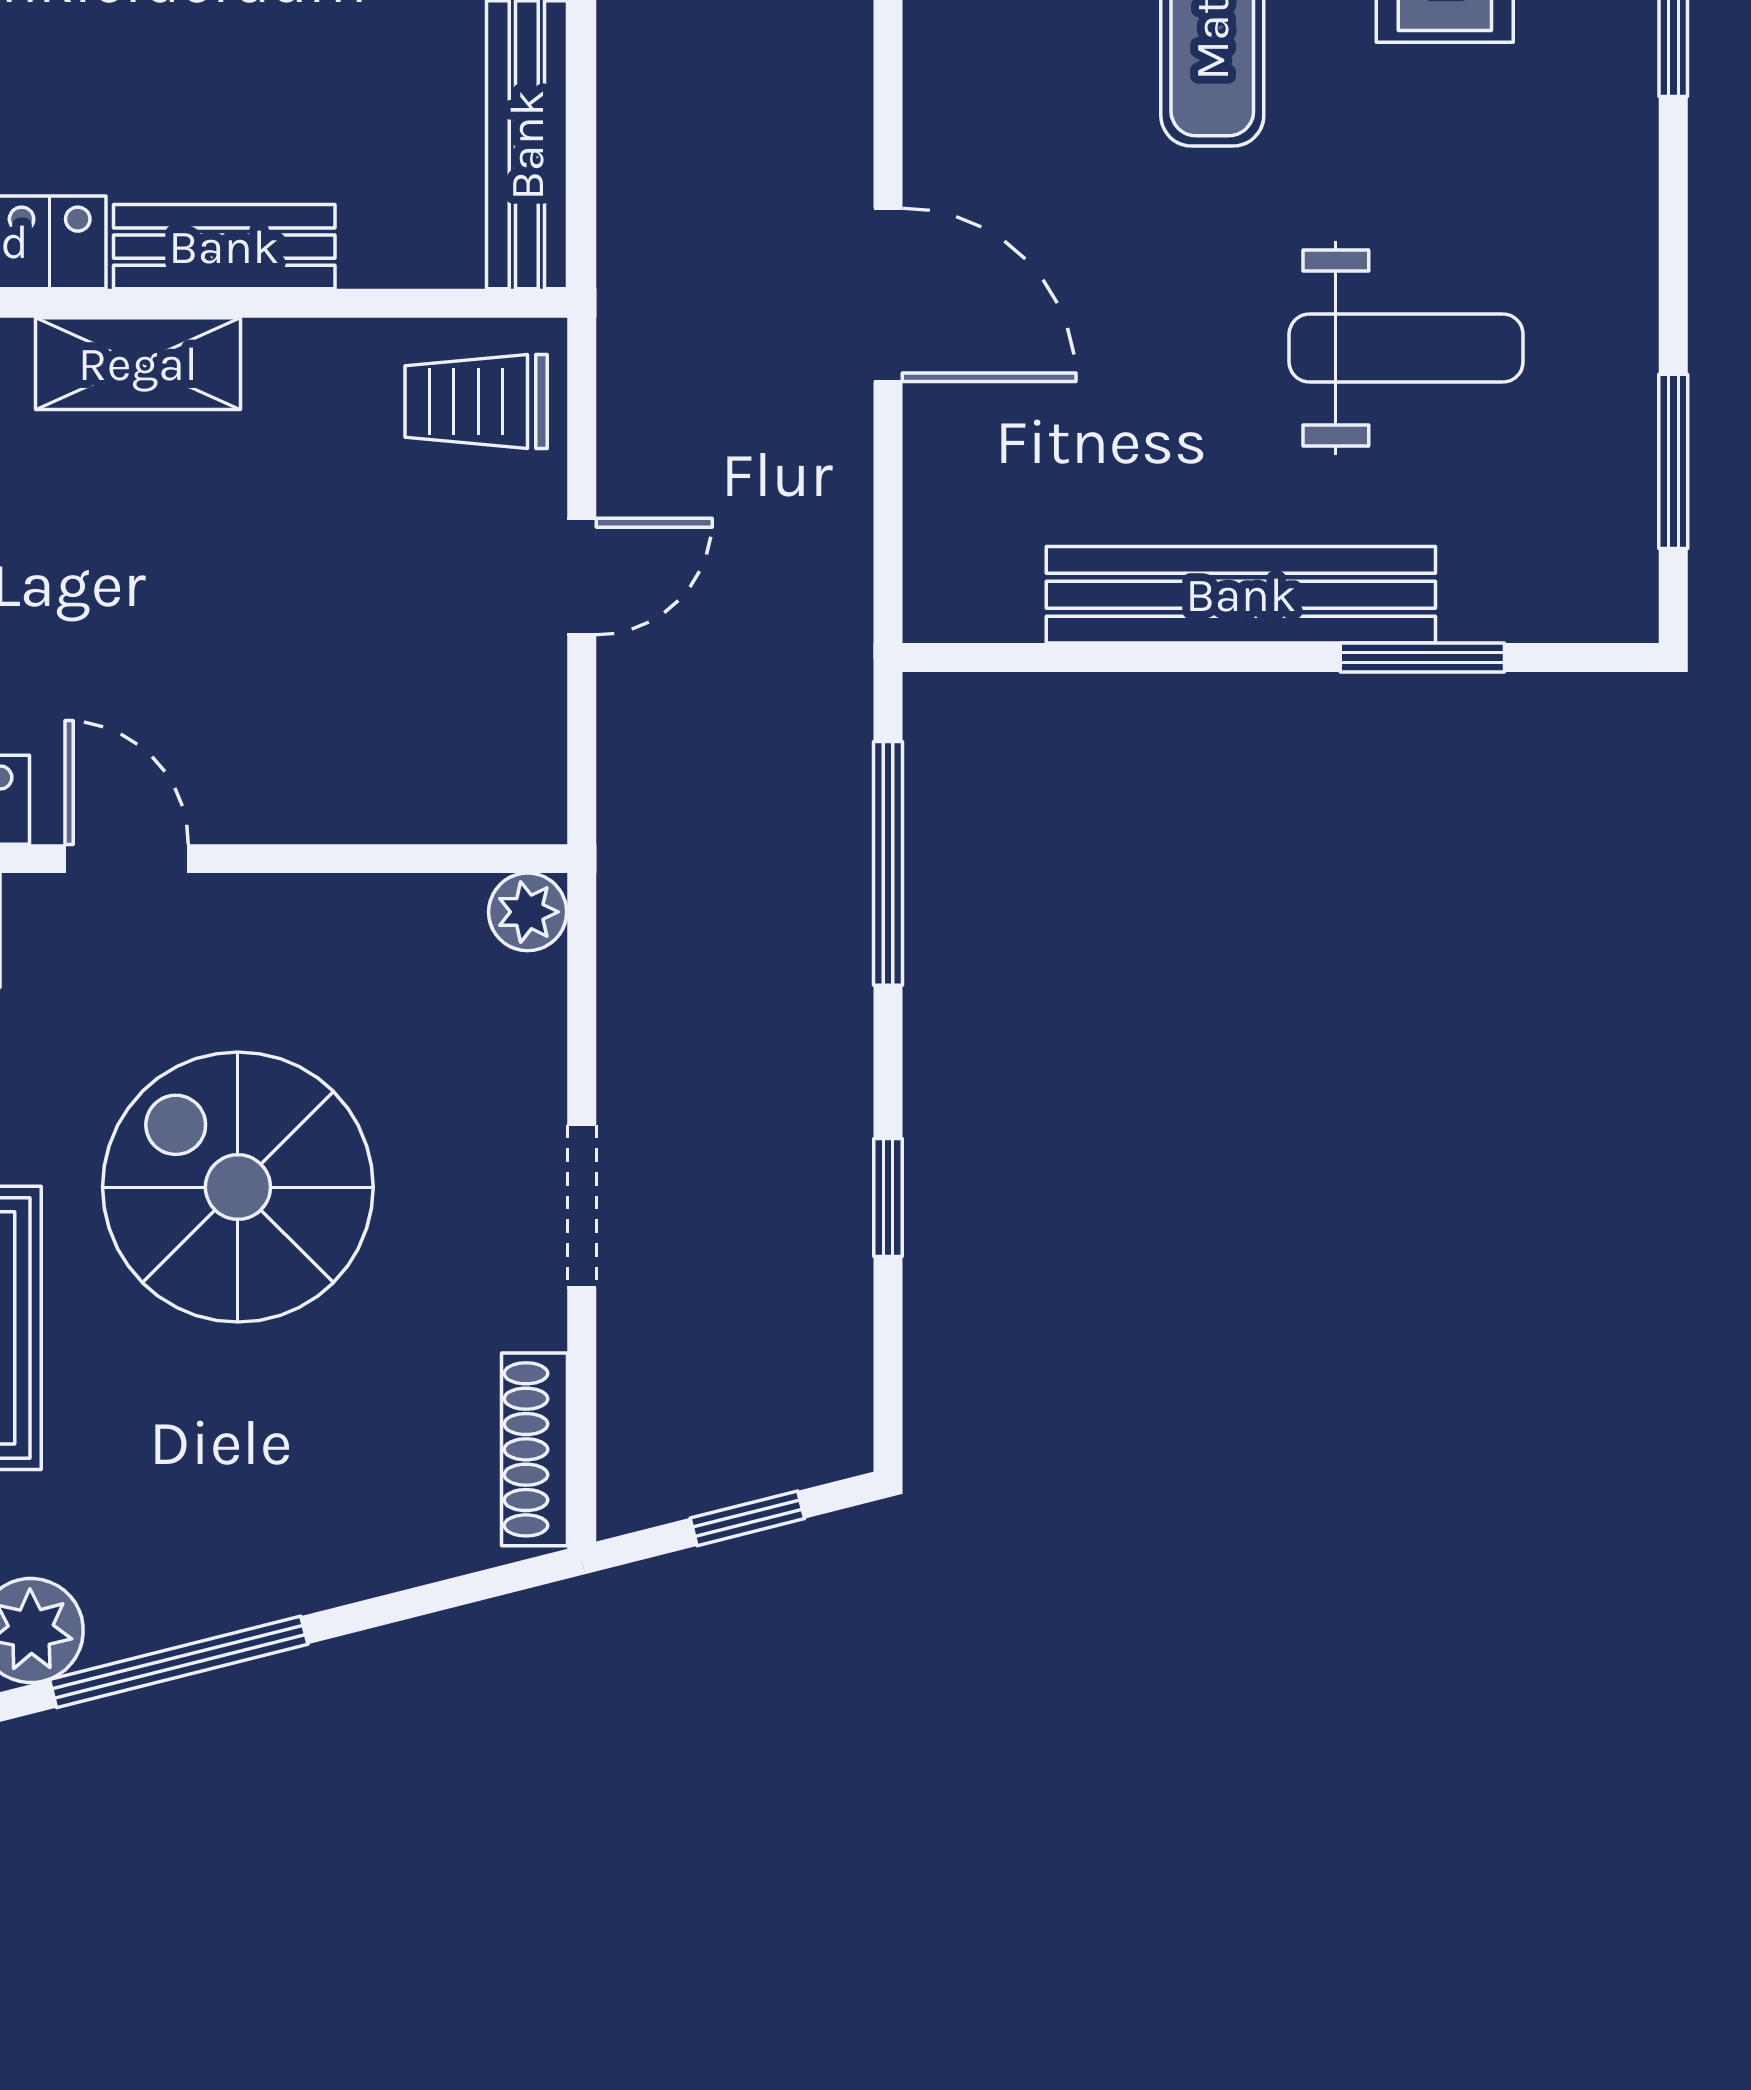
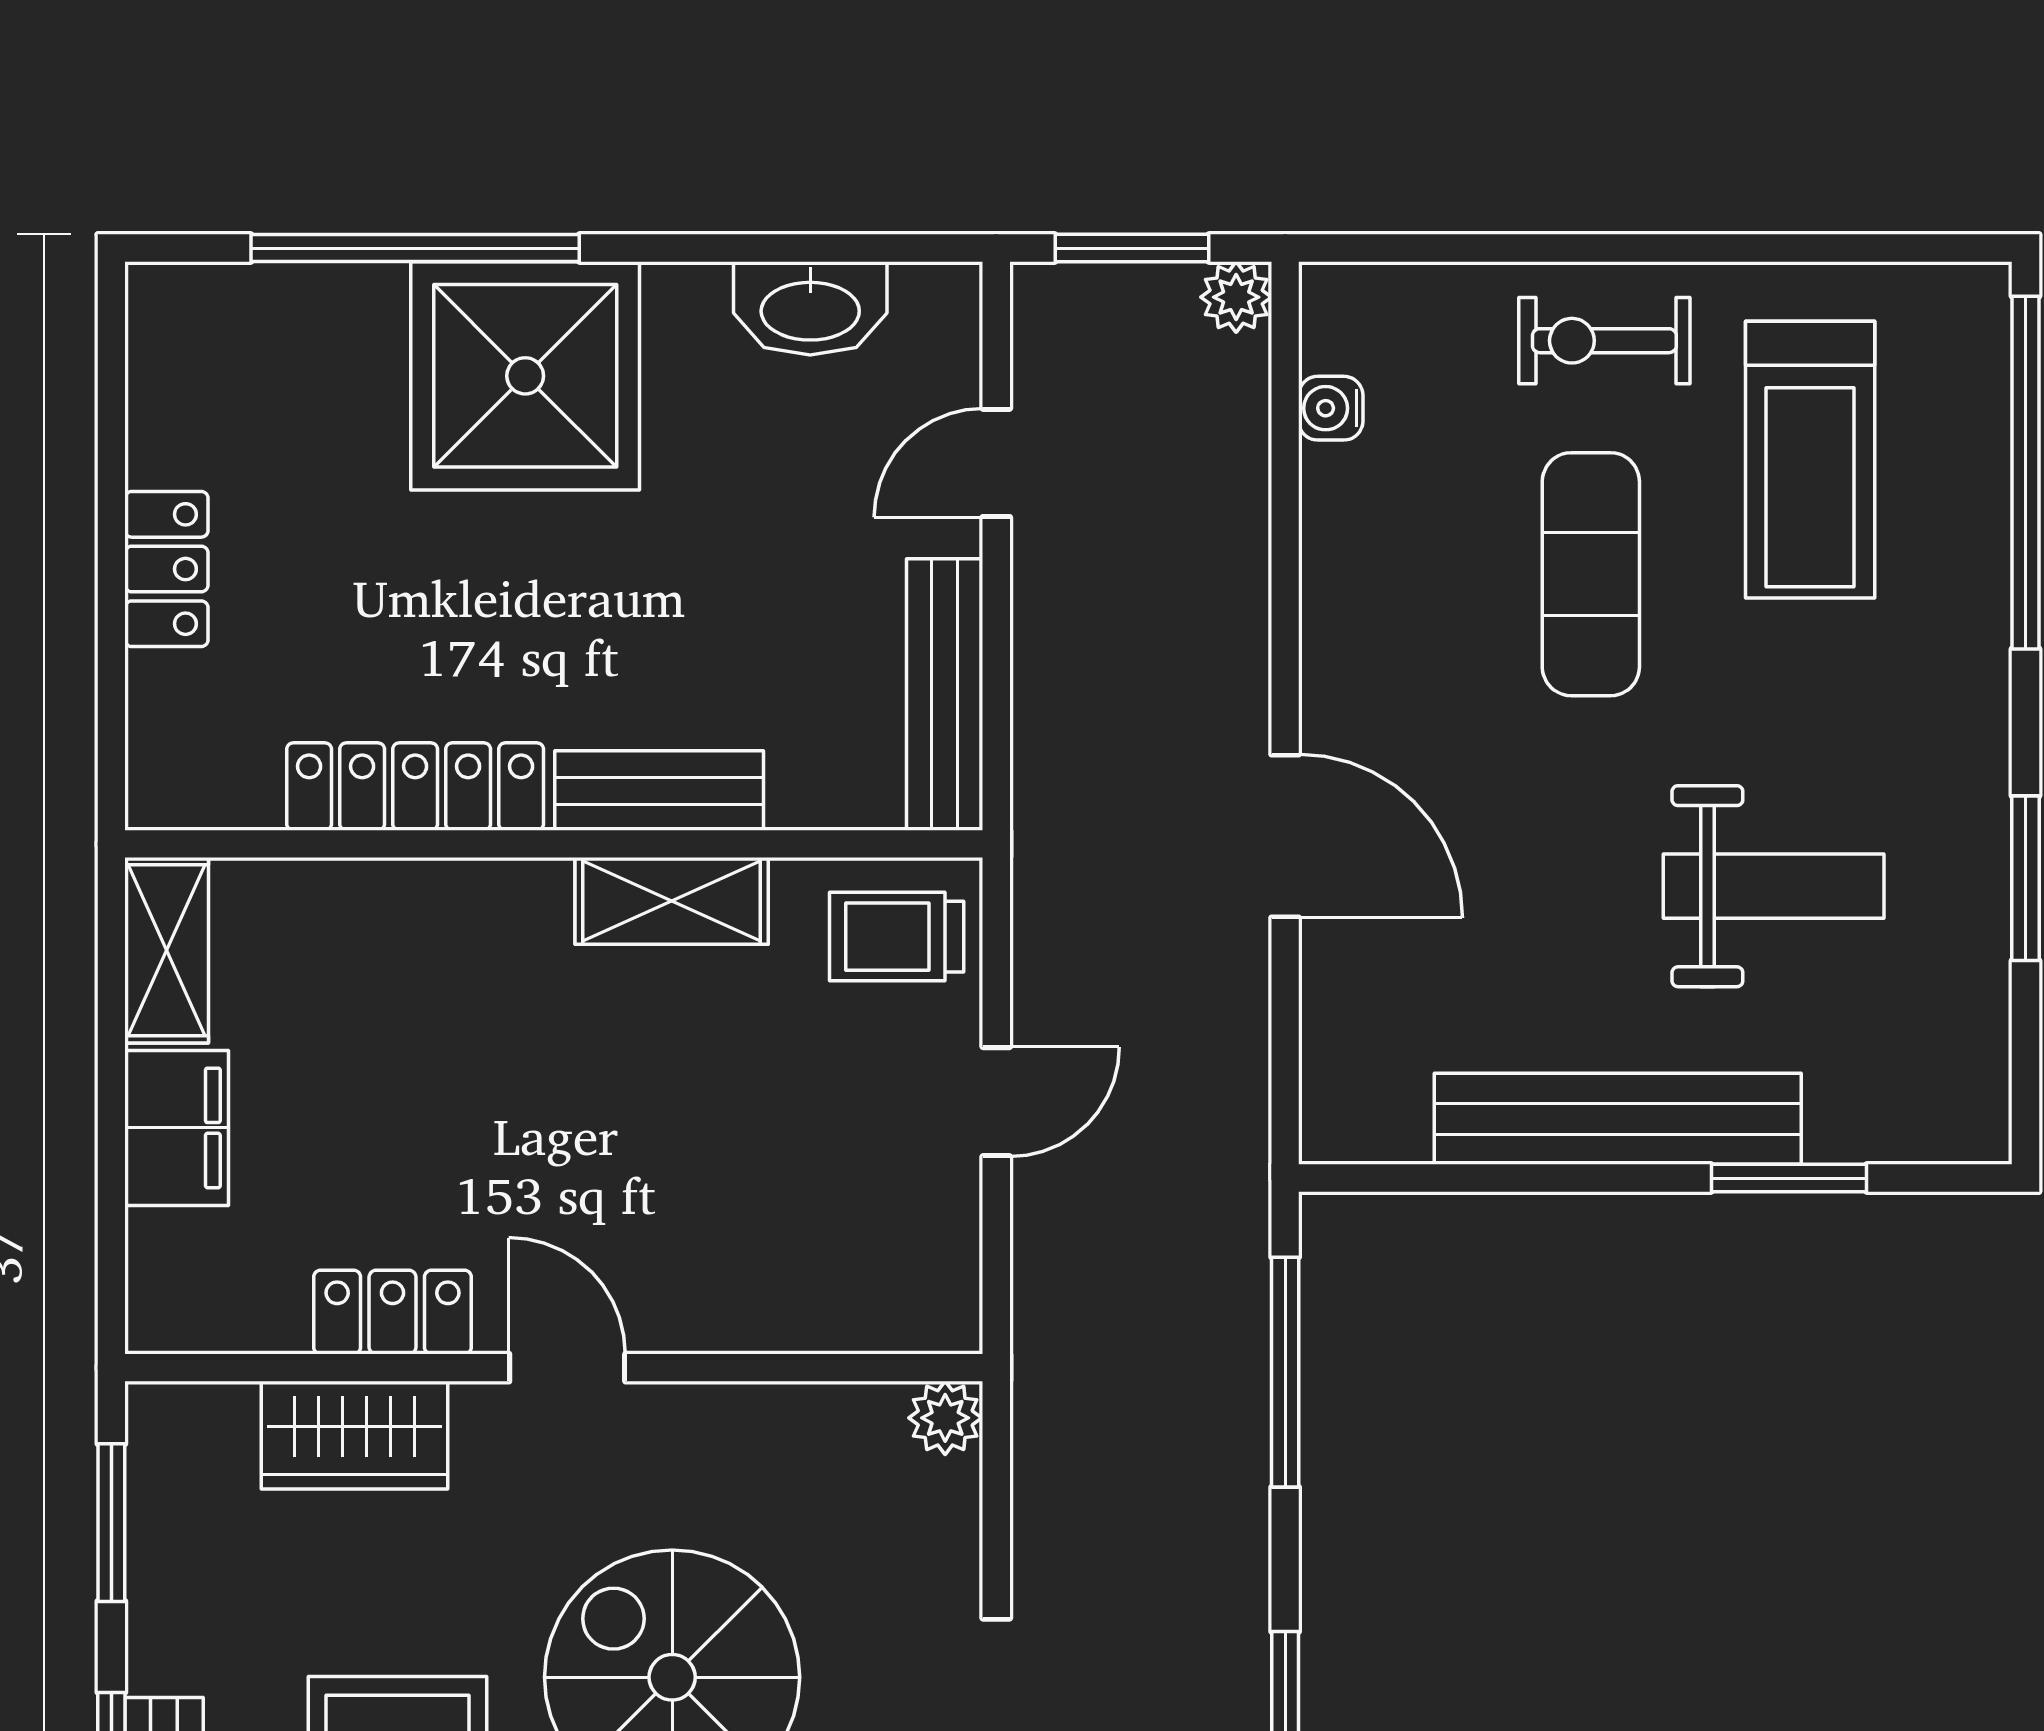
shelving: (138, 364) -> (672, 901), moved
window: (1673, 461) -> (2026, 878), moved

